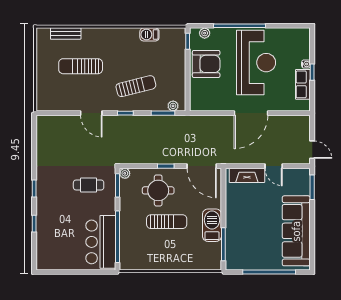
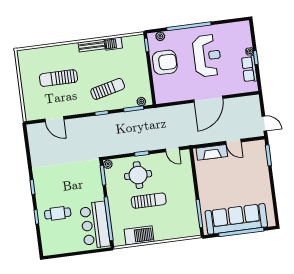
bench: (66, 34) -> (92, 46), moved
reception desk: (256, 63) -> (207, 56), width x0.74, depth x0.77
door: (91, 113) -> (54, 119), moved
door: (202, 166) -> (172, 150), width x0.53
cafe table: (89, 185) -> (58, 213), moved
barbecue: (212, 225) -> (139, 235), moved, turned 90
sofa: (296, 231) -> (236, 219), moved, turned 90

